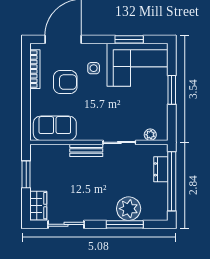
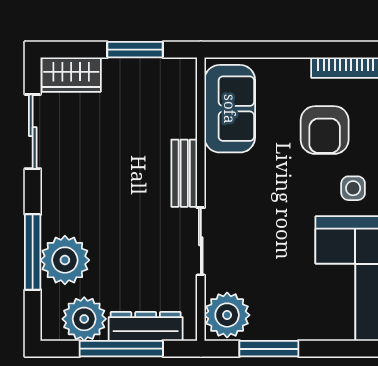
window: (172, 90) -> (269, 349), moved
plant: (150, 135) -> (227, 315), width x1.87, depth x1.87
dresser: (161, 169) -> (146, 326), width x1.44
window: (172, 181) -> (121, 349), width x0.68
plant: (157, 199) -> (84, 319), added

